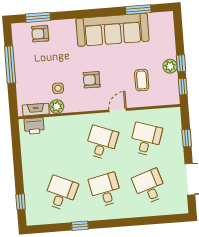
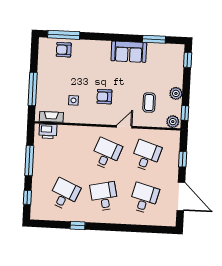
window: (38, 17) -> (64, 35), width x1.44
sofa: (113, 30) -> (129, 52), width x0.54, depth x0.79
window: (181, 63) -> (188, 60), moved
window: (10, 65) -> (33, 89), moved
plant: (57, 107) -> (173, 122), moved
window: (17, 161) -> (29, 161), added
desk: (149, 186) -> (144, 198), turned 33

